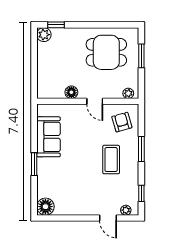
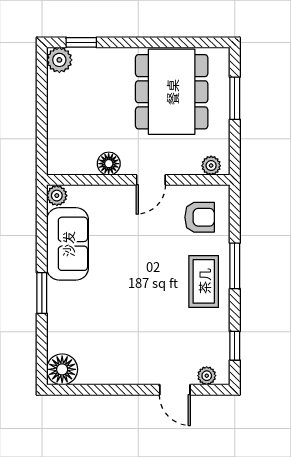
dining table: (106, 52) -> (172, 92), width x1.38
door: (95, 101) -> (151, 180), hinge flipped
plant: (42, 110) -> (57, 196), added
armchair: (122, 122) -> (200, 217), turned 106
coffee table: (111, 160) -> (204, 281), moved

